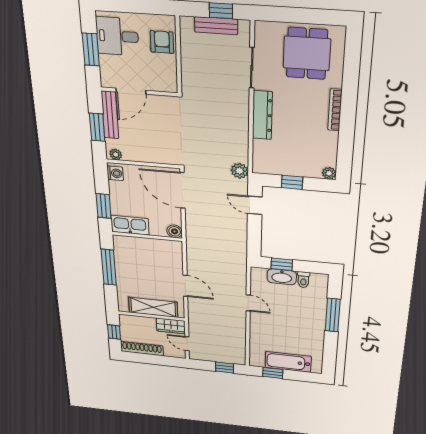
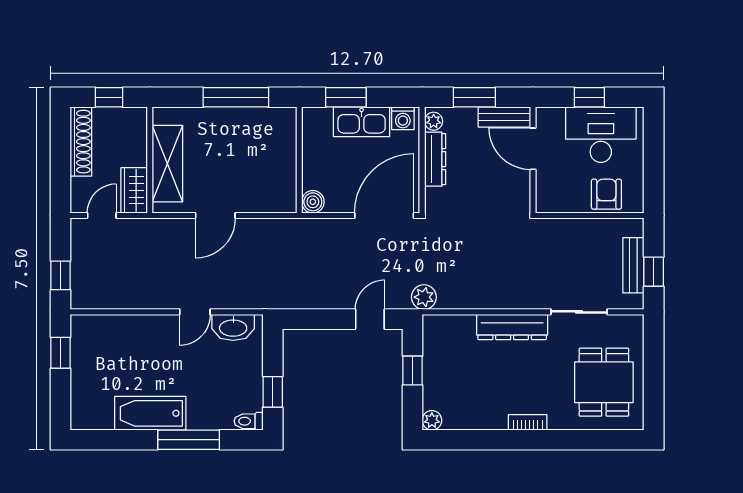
desk: (117, 36) -> (601, 135), width x1.37
armchair: (162, 42) -> (606, 194), turned -90
window: (91, 49) -> (589, 97), width x0.67
dining table: (307, 53) -> (604, 382), turned 90
bookcase: (335, 110) -> (528, 422), width x0.64
bench: (110, 115) -> (504, 117), width x0.73
dresser: (142, 156) -> (435, 159), added
kitchen sink: (130, 225) -> (362, 122), moved, turned 90
window: (282, 264) -> (273, 392), moved
washbasin: (282, 277) -> (233, 327), moved, turned -90
toilet: (303, 280) -> (249, 421), moved
bathtub: (288, 362) -> (150, 413), moved, turned -90

